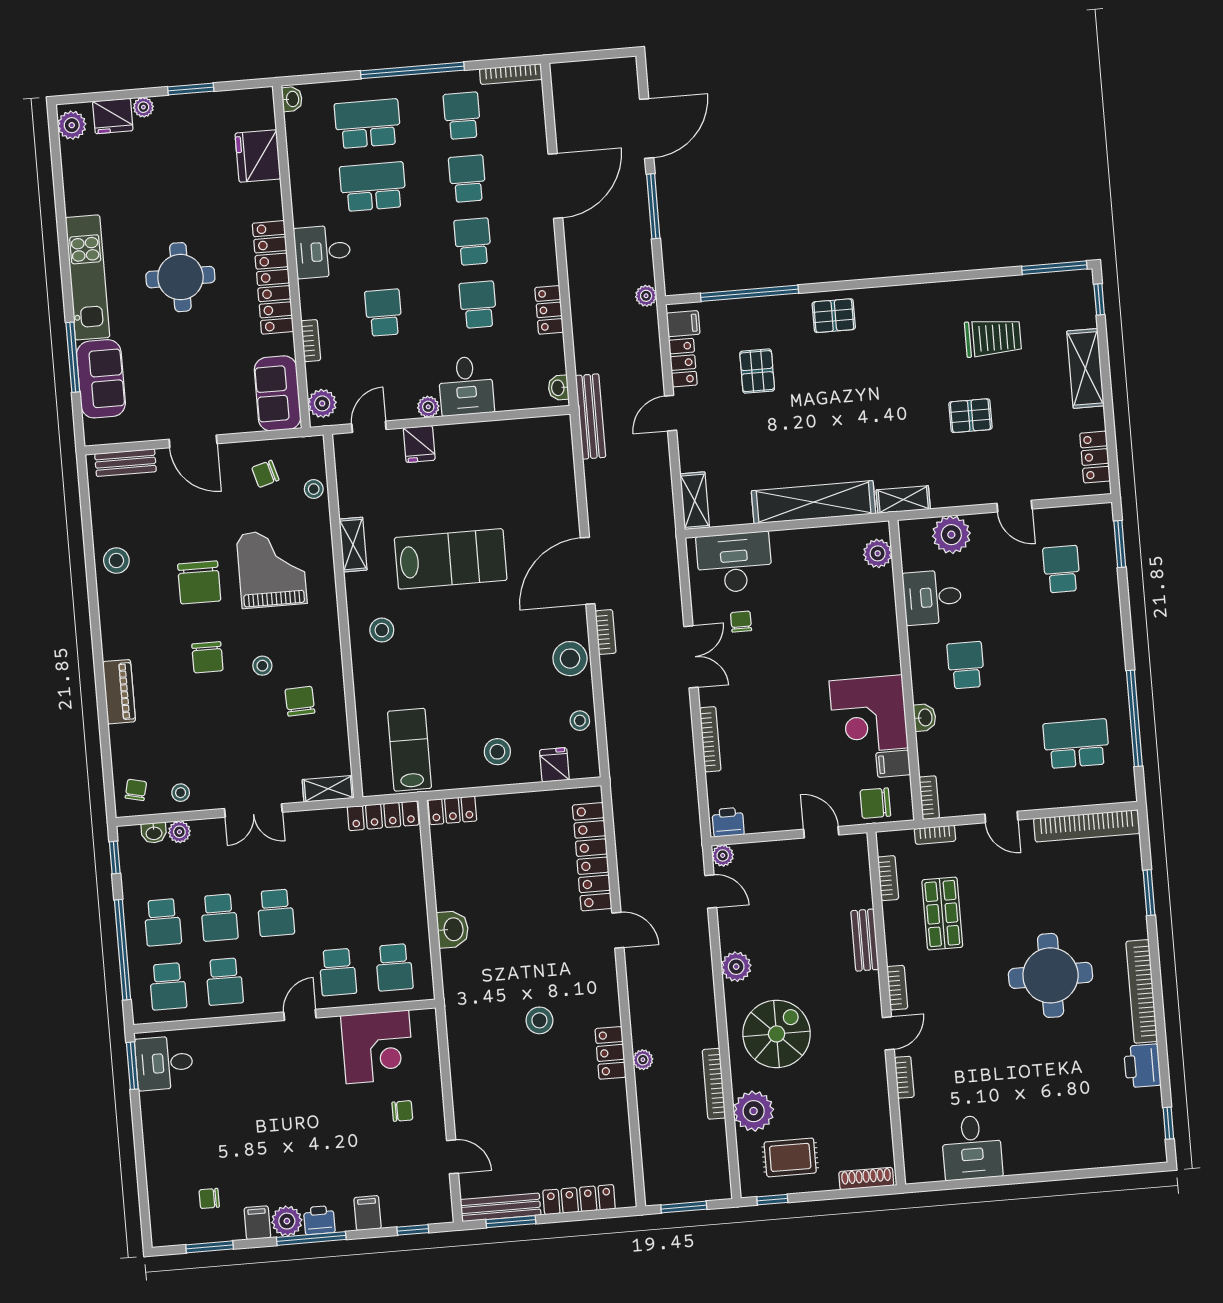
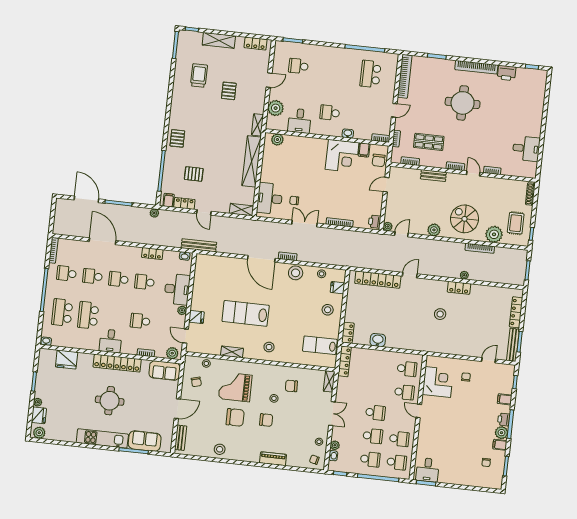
desk: (466, 386) -> (177, 289), width x1.37
lab bench: (451, 559) -> (246, 313), turned -90
washbasin: (453, 929) -> (378, 340), moved

